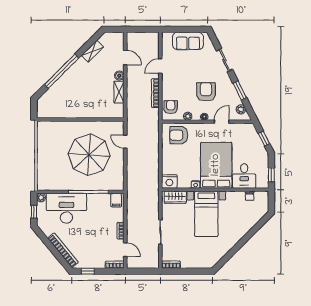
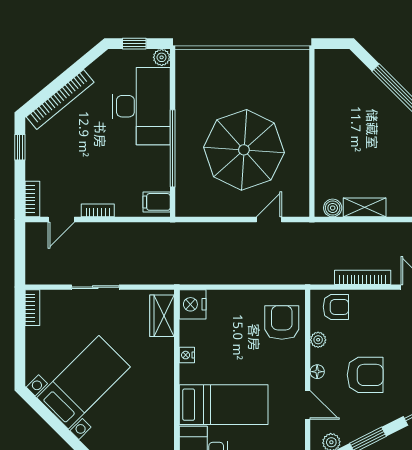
boiler: (119, 76) -> (333, 208), moved
bed: (216, 165) -> (224, 405), width x0.67
bed with nightstands: (206, 214) -> (84, 382), moved, turned 135

